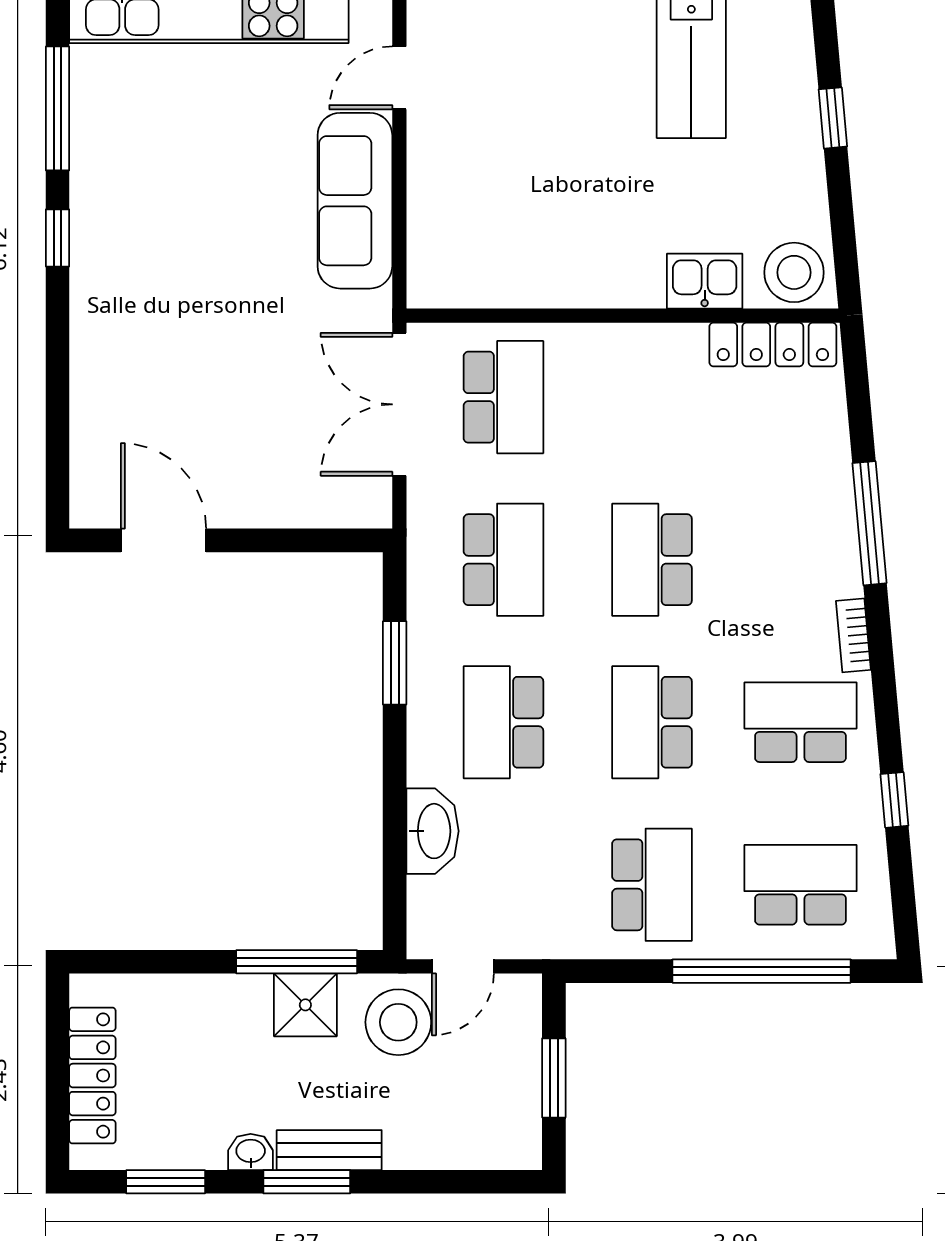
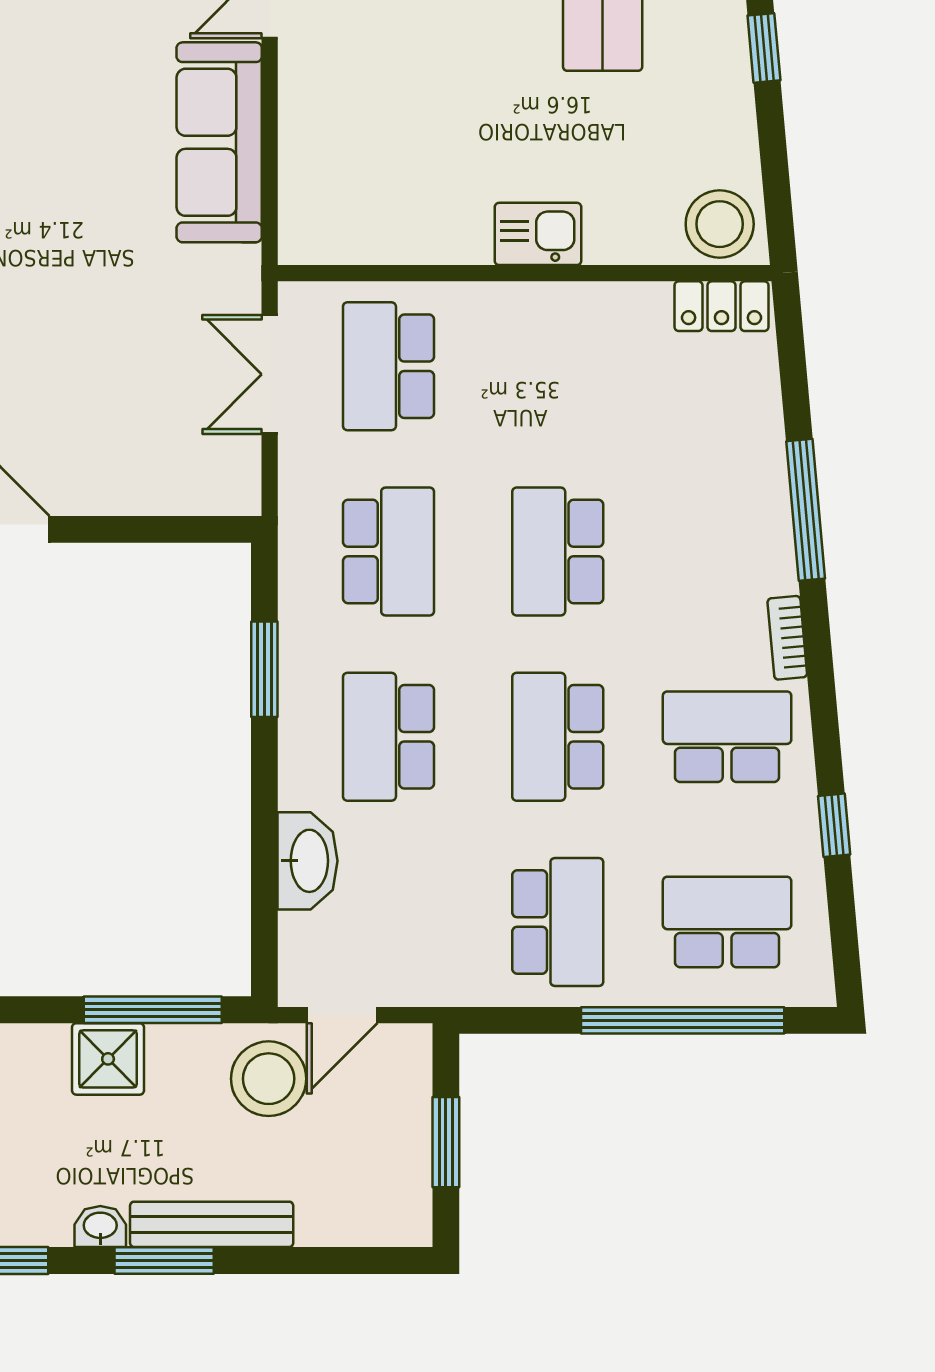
kitchen sink: (705, 281) -> (538, 234), moved
locker: (773, 344) -> (722, 306), width x0.66
school desk: (503, 397) -> (389, 366), turned 180
double door: (399, 404) -> (270, 374), width x0.73
shower: (305, 1005) -> (108, 1059), moved
bench: (329, 1150) -> (212, 1224), width x1.36

